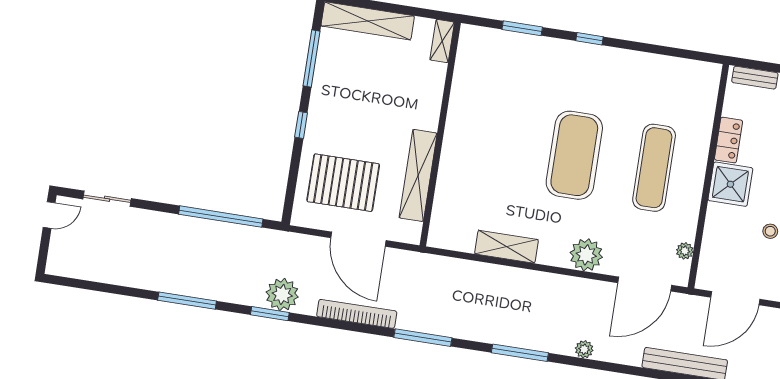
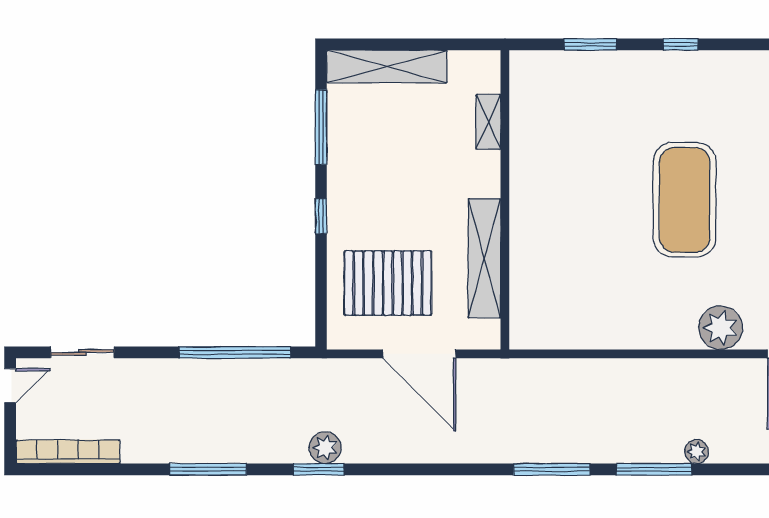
shelving: (442, 41) -> (488, 122), moved
shelving: (506, 247) -> (615, 333), removed
plant: (282, 295) -> (325, 448), width x0.73, depth x0.73
bookcase: (357, 314) -> (68, 452), moved
window: (423, 338) -> (552, 469), moved
plant: (584, 349) -> (697, 452), moved

